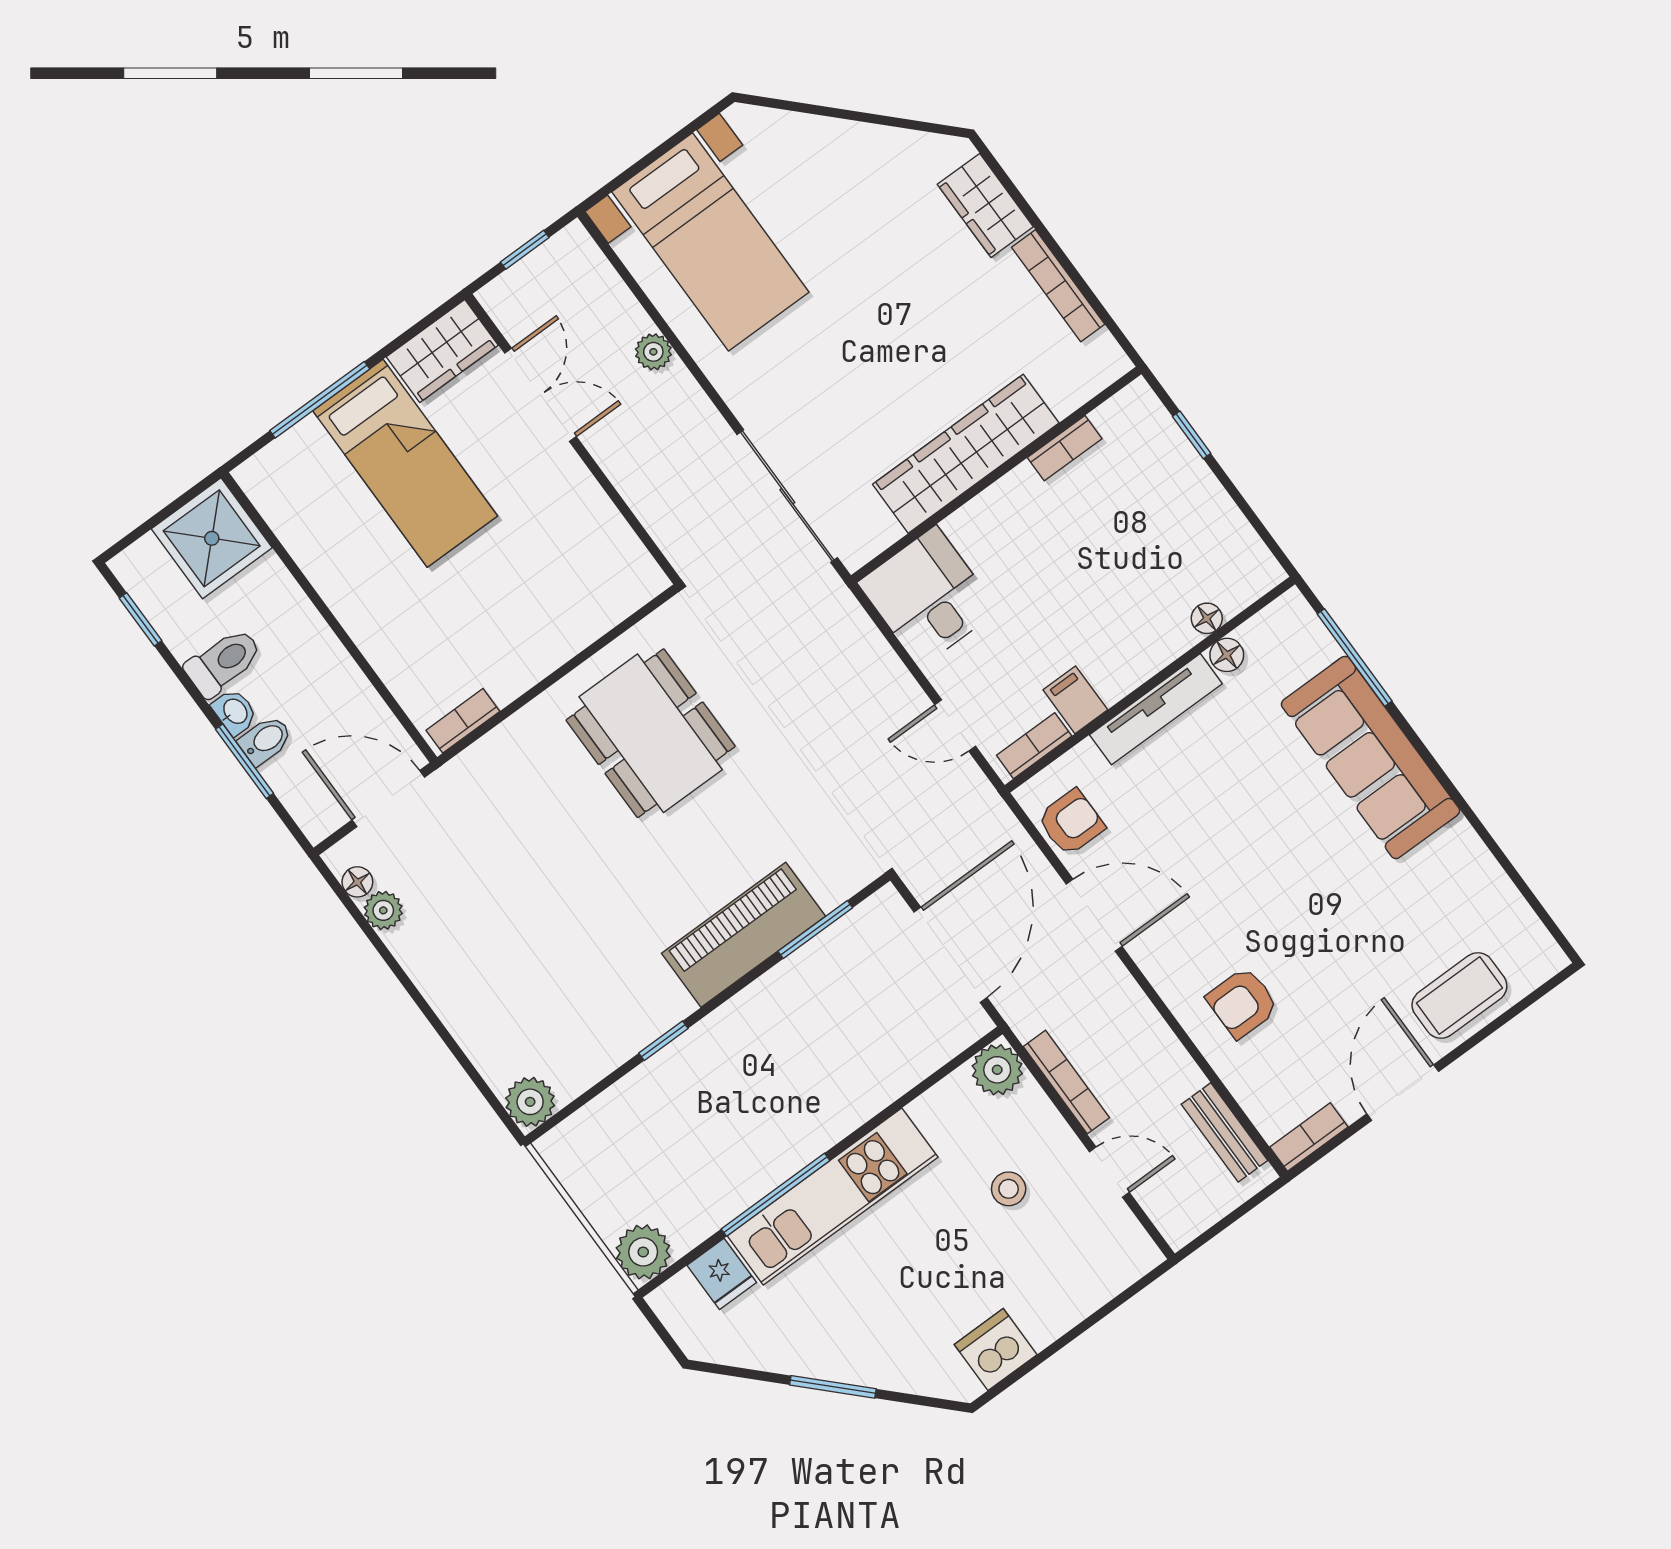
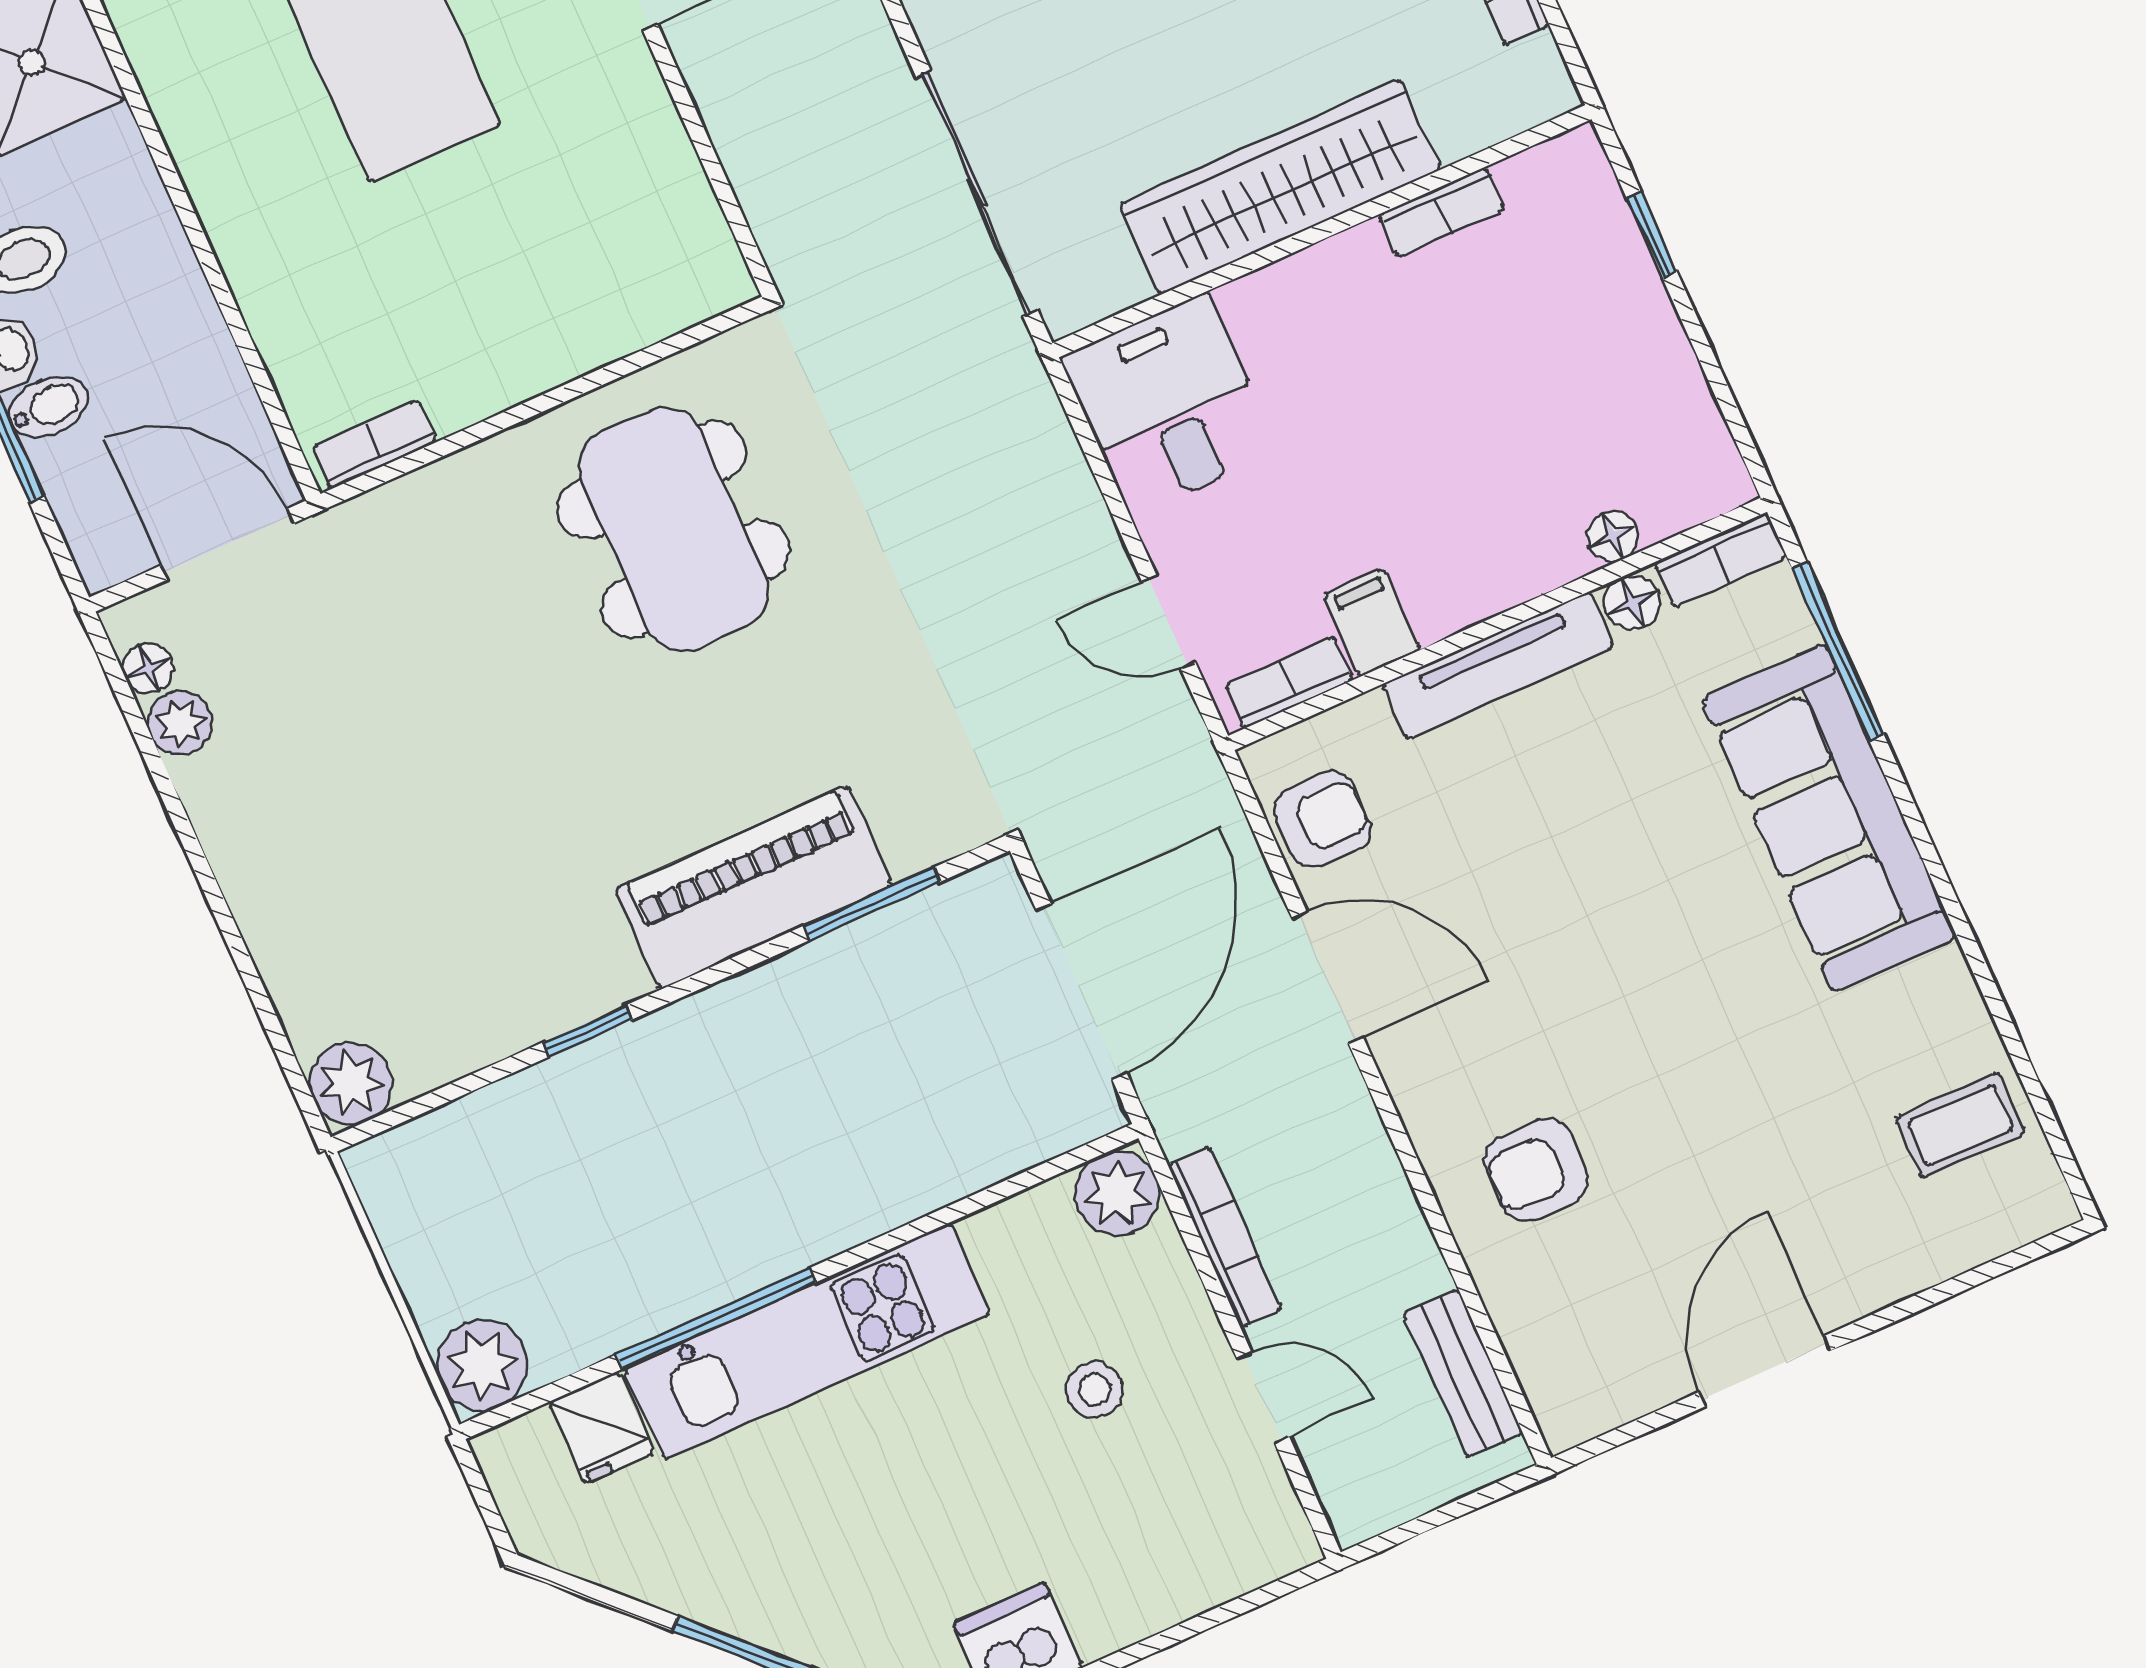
coffee table: (1459, 996) -> (1961, 1125), moved, width x0.73, depth x0.77
bookcase: (1309, 1137) -> (1720, 560), moved, turned 180

